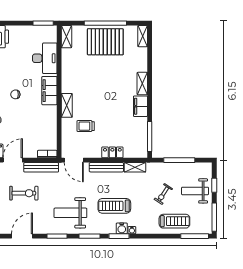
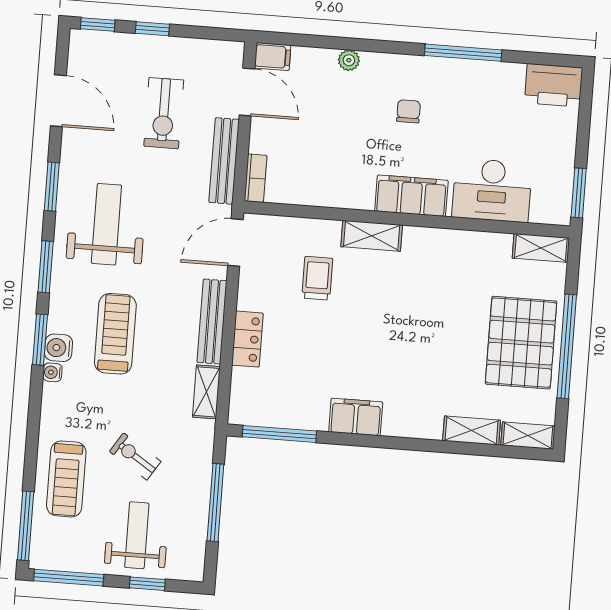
shelving: (142, 84) -> (472, 431), moved

